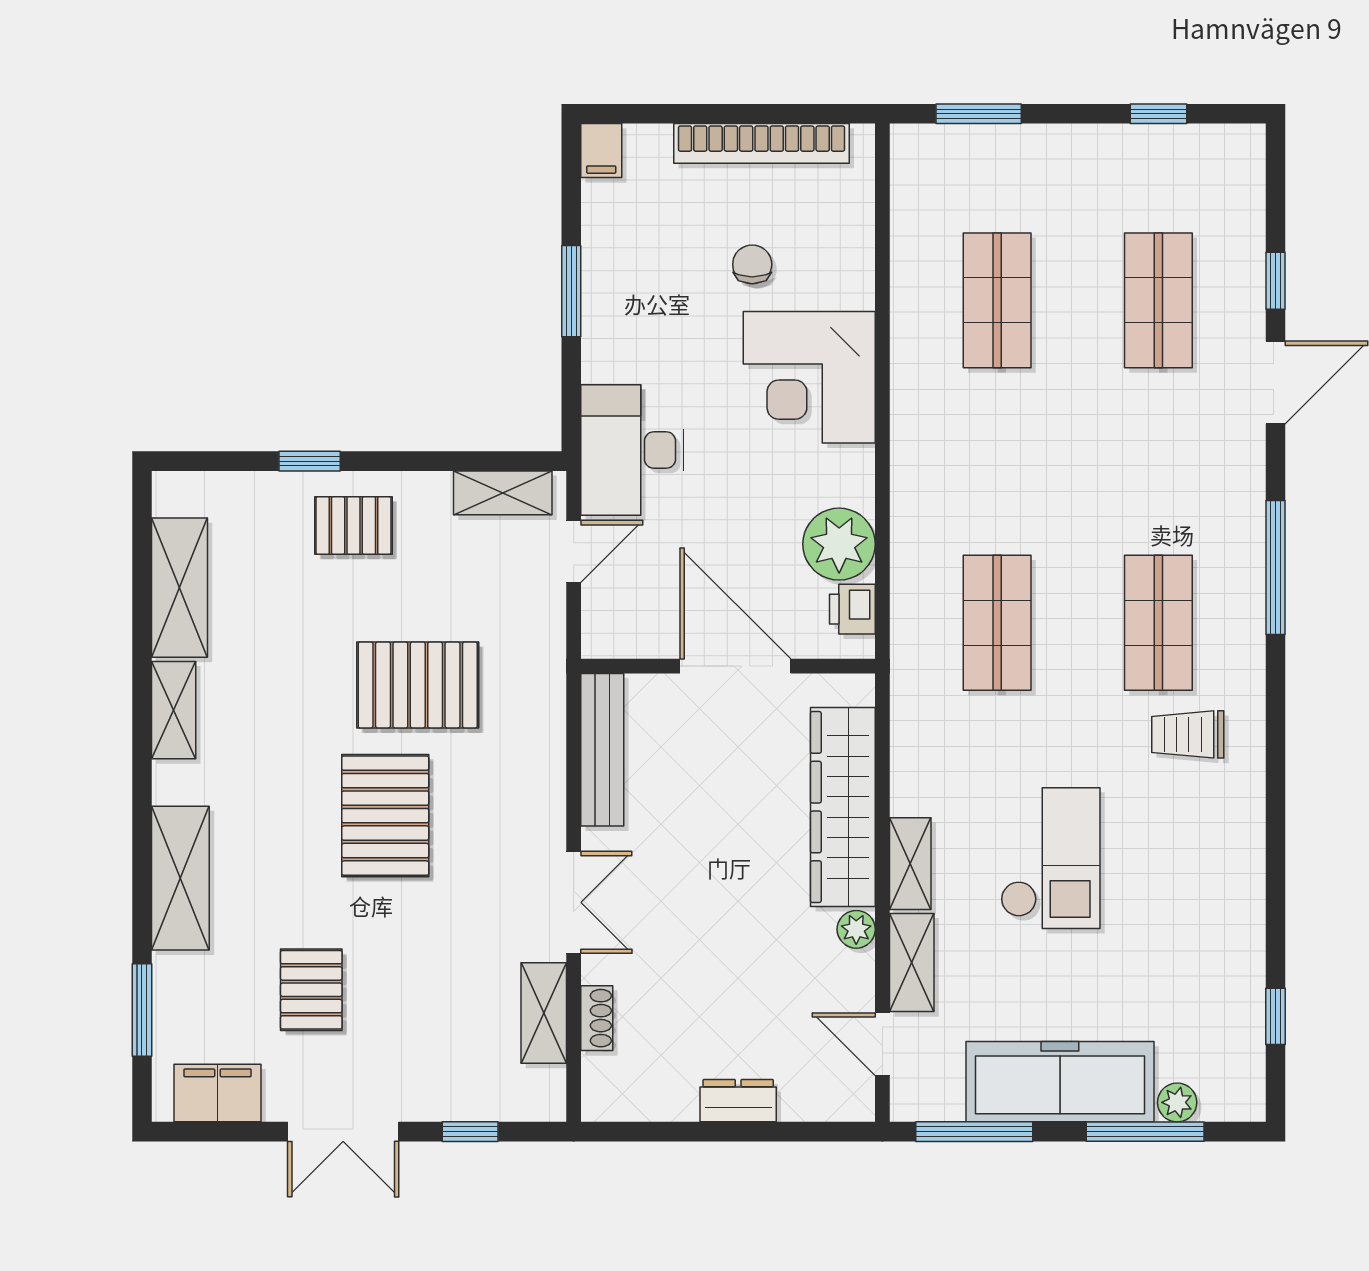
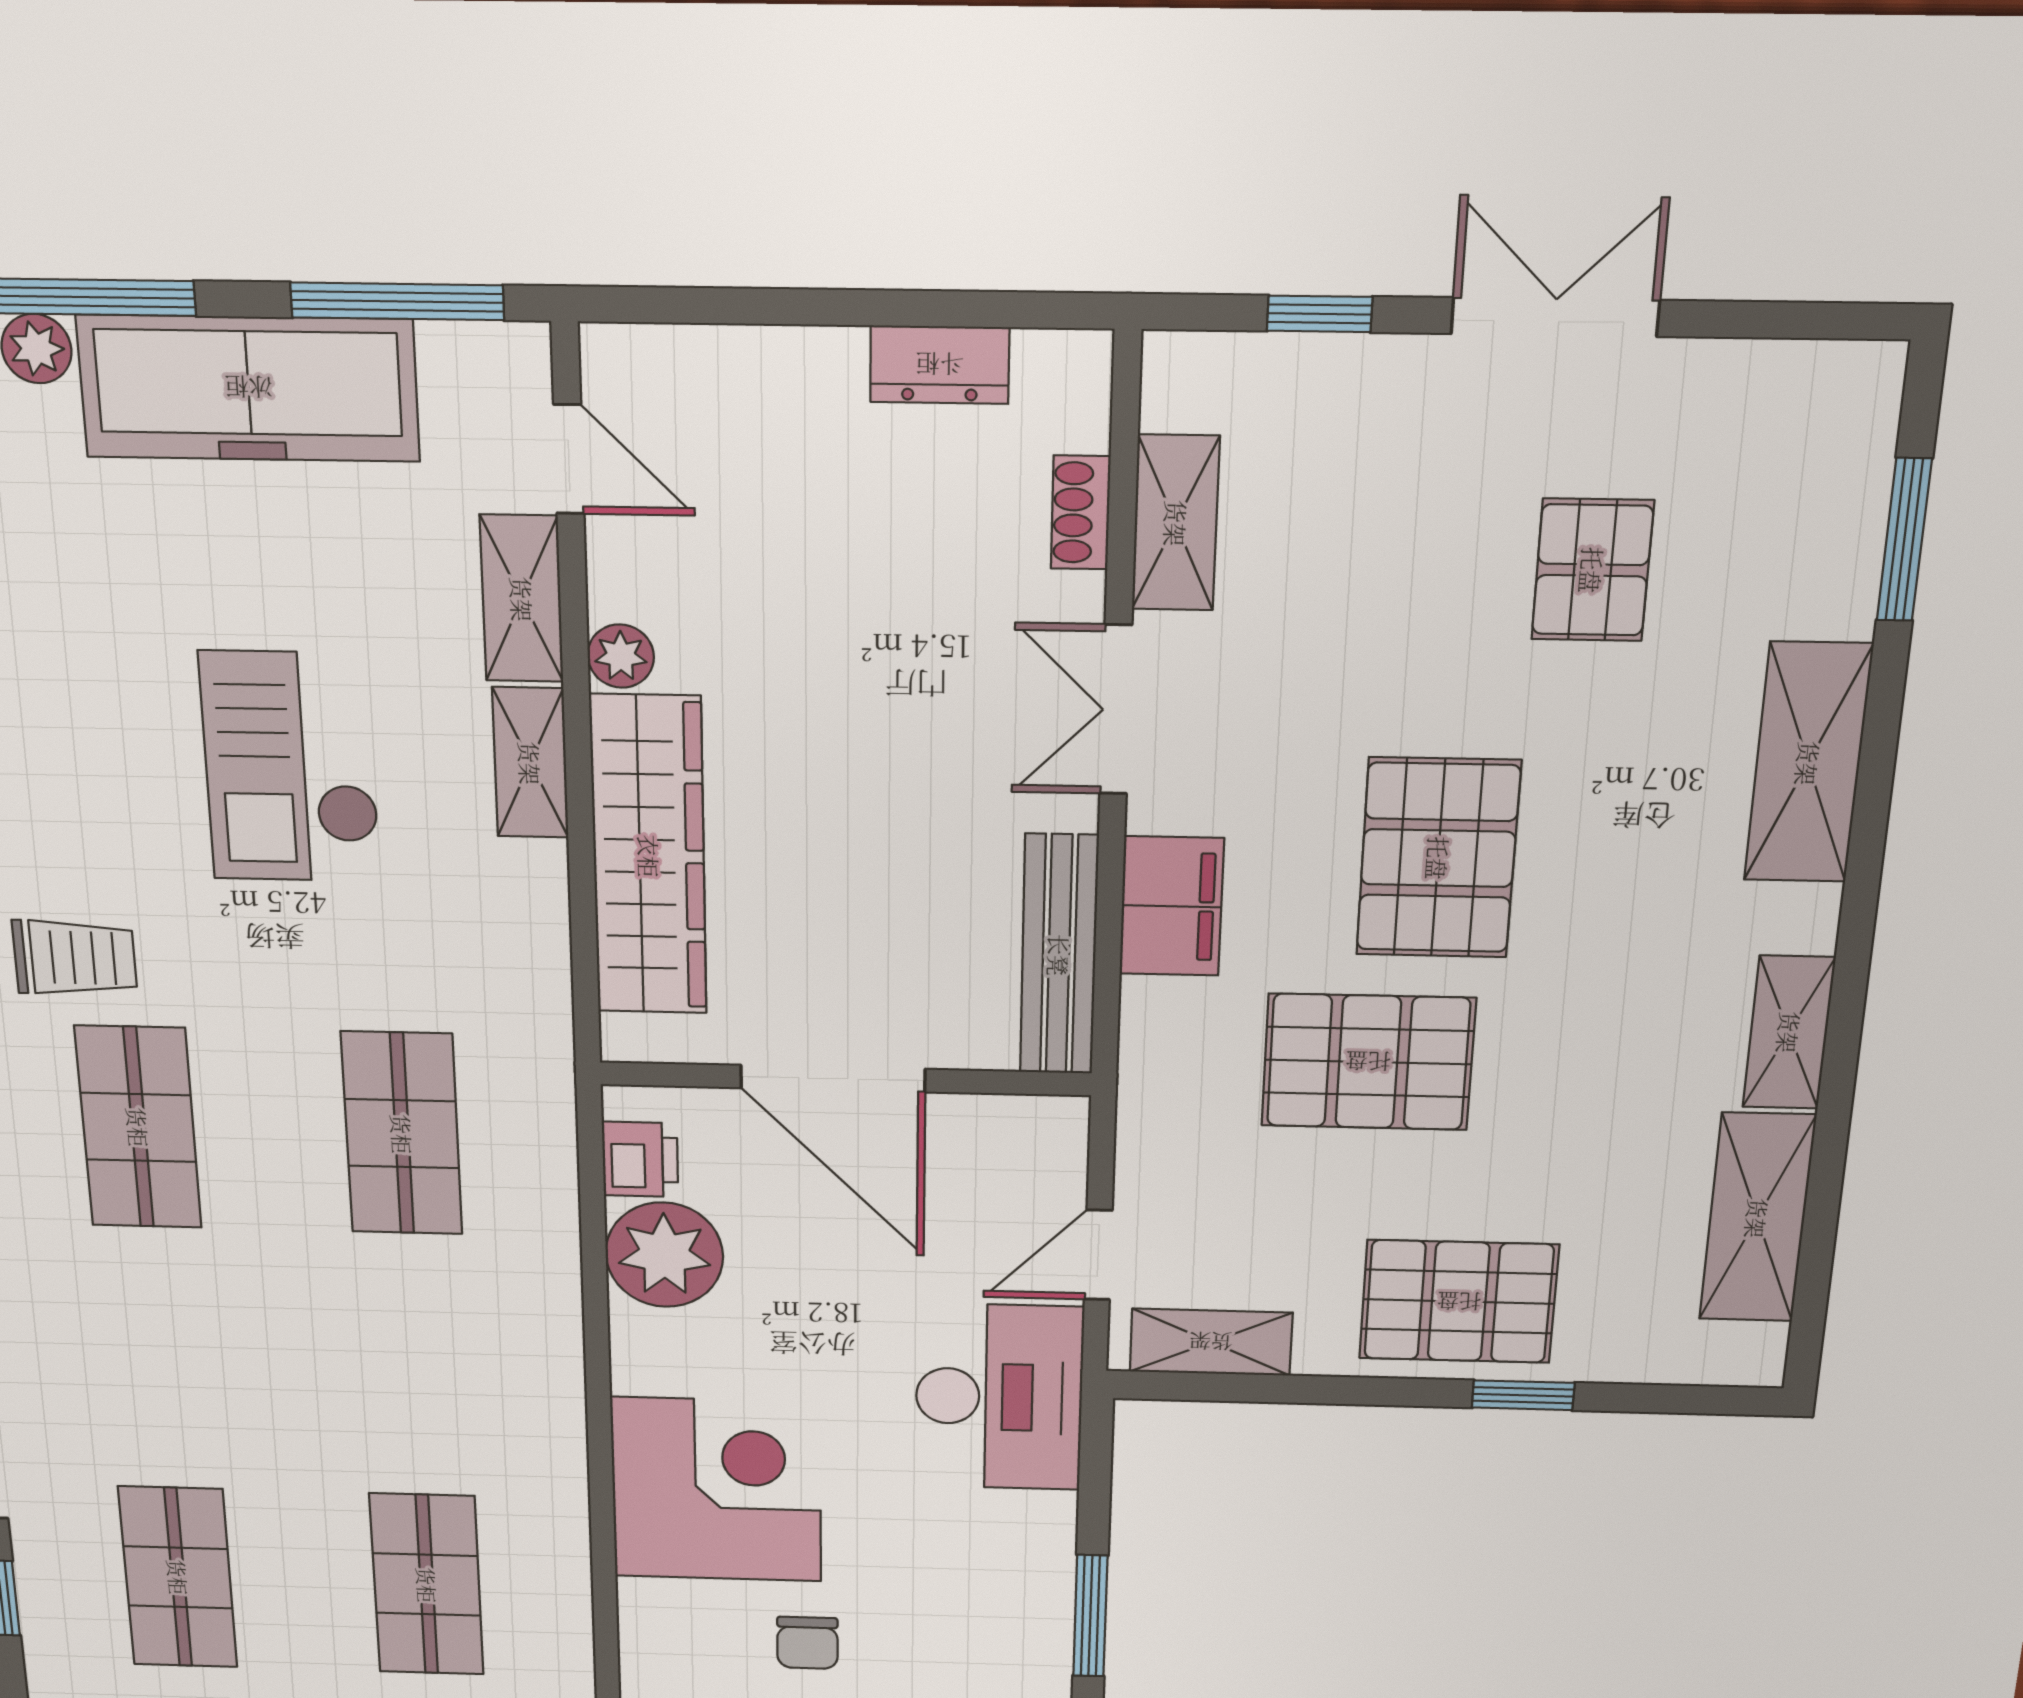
pallet: (353, 525) -> (1459, 1302), width x1.50, depth x1.42
filing cabinet: (218, 1093) -> (1172, 906), moved, turned -90
dresser: (738, 1101) -> (940, 365), moved

